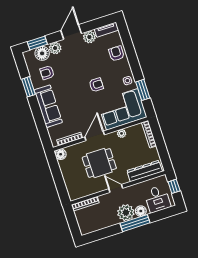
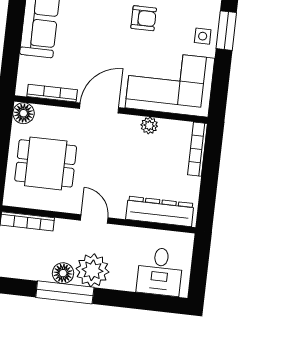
window: (143, 90) -> (226, 31), moved
dining table: (99, 163) -> (46, 163), moved
window: (174, 186) -> (200, 263), removed
floor lamp: (141, 211) -> (63, 273), moved
window: (135, 223) -> (65, 292), moved

